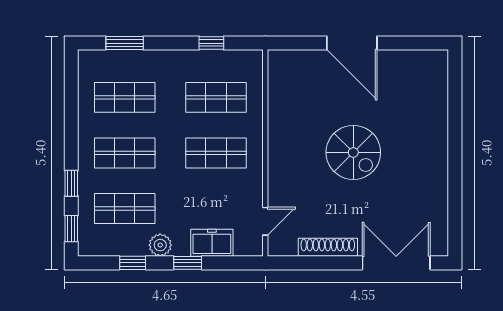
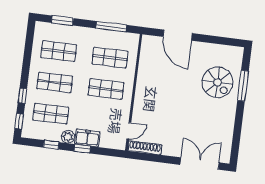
window: (211, 43) -> (111, 27), width x2.17
door: (352, 43) -> (178, 35), moved
window: (455, 117) -> (243, 86), added
spiral stairs: (353, 152) -> (218, 82), moved
freezer: (212, 243) -> (87, 138), moved
shoe rack: (328, 247) -> (145, 148), moved

